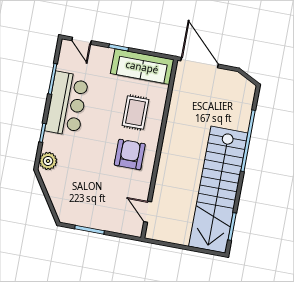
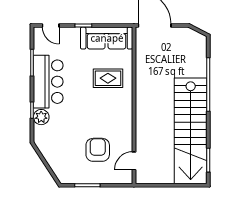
rug: (135, 113) -> (108, 78), turned 90
armchair: (130, 154) -> (98, 150), moved
plant: (48, 161) -> (41, 117), moved
door: (148, 212) -> (134, 161), hinge flipped

